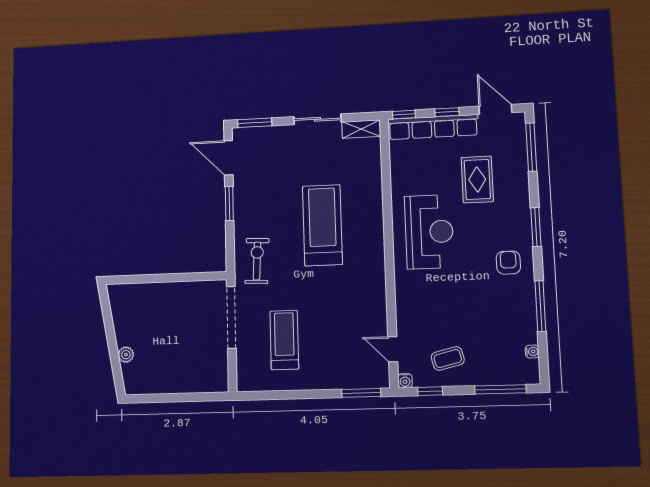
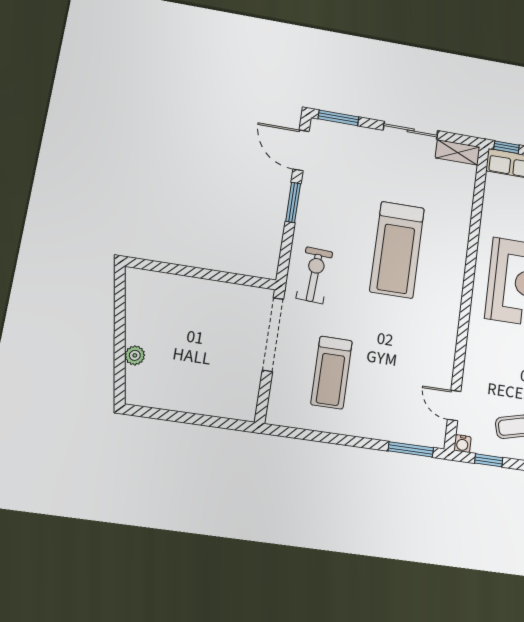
treadmill: (322, 225) -> (397, 250), turned 180
treadmill: (284, 340) -> (331, 372), turned 180

